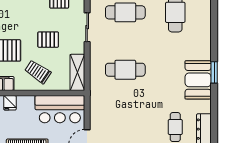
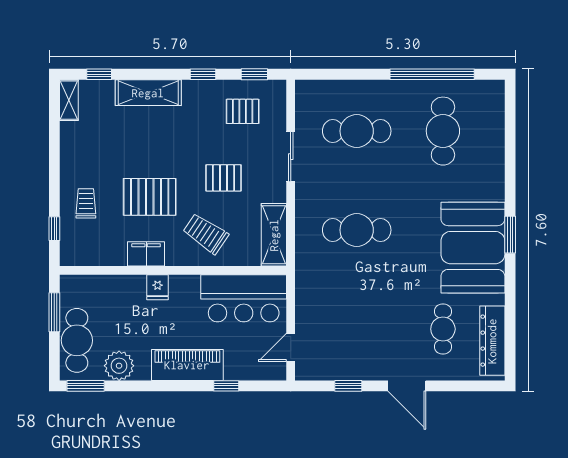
booth: (198, 80) -> (473, 248), width x1.36, depth x1.42

